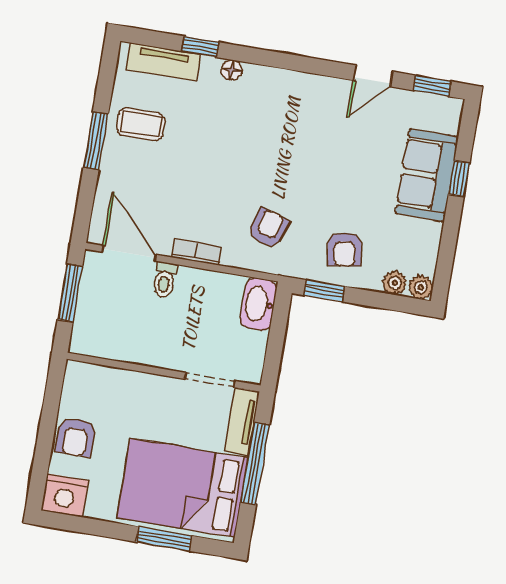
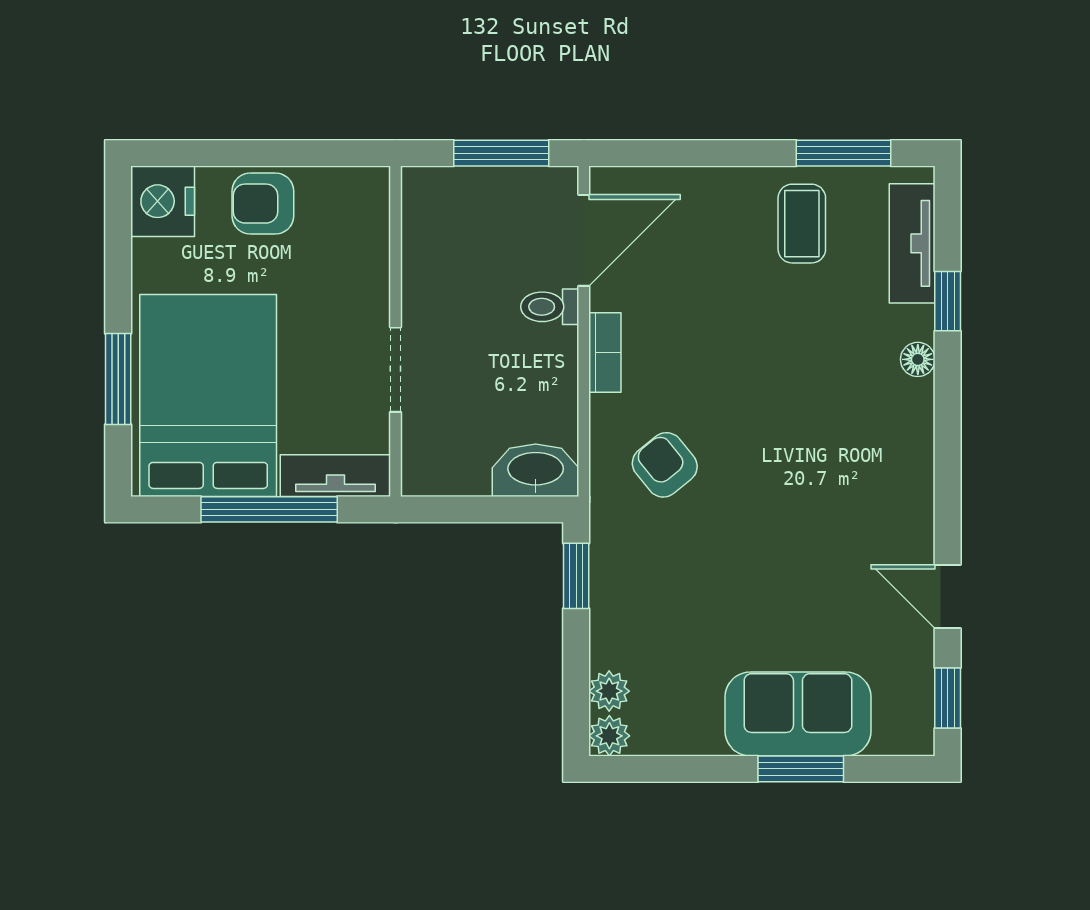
window: (96, 141) -> (844, 153), moved
window: (459, 179) -> (801, 769), width x1.50
armchair: (268, 228) -> (665, 465), turned -147
armchair: (345, 249) -> (651, 598), removed
doorway: (210, 380) -> (396, 370), moved

